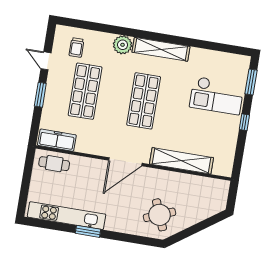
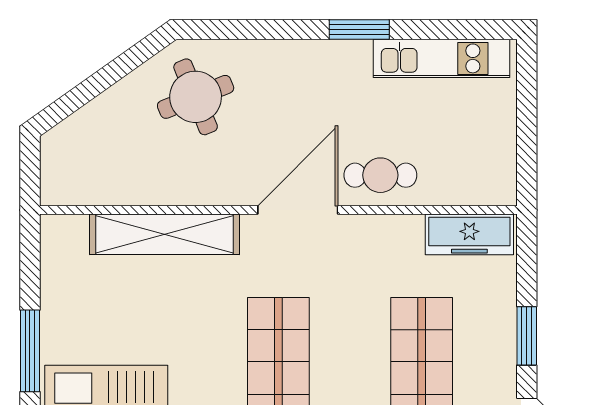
window: (244, 122) -> (30, 351), width x2.17
cafe table: (54, 164) -> (380, 175), moved
kitchen unit: (67, 216) -> (441, 58), width x0.73

